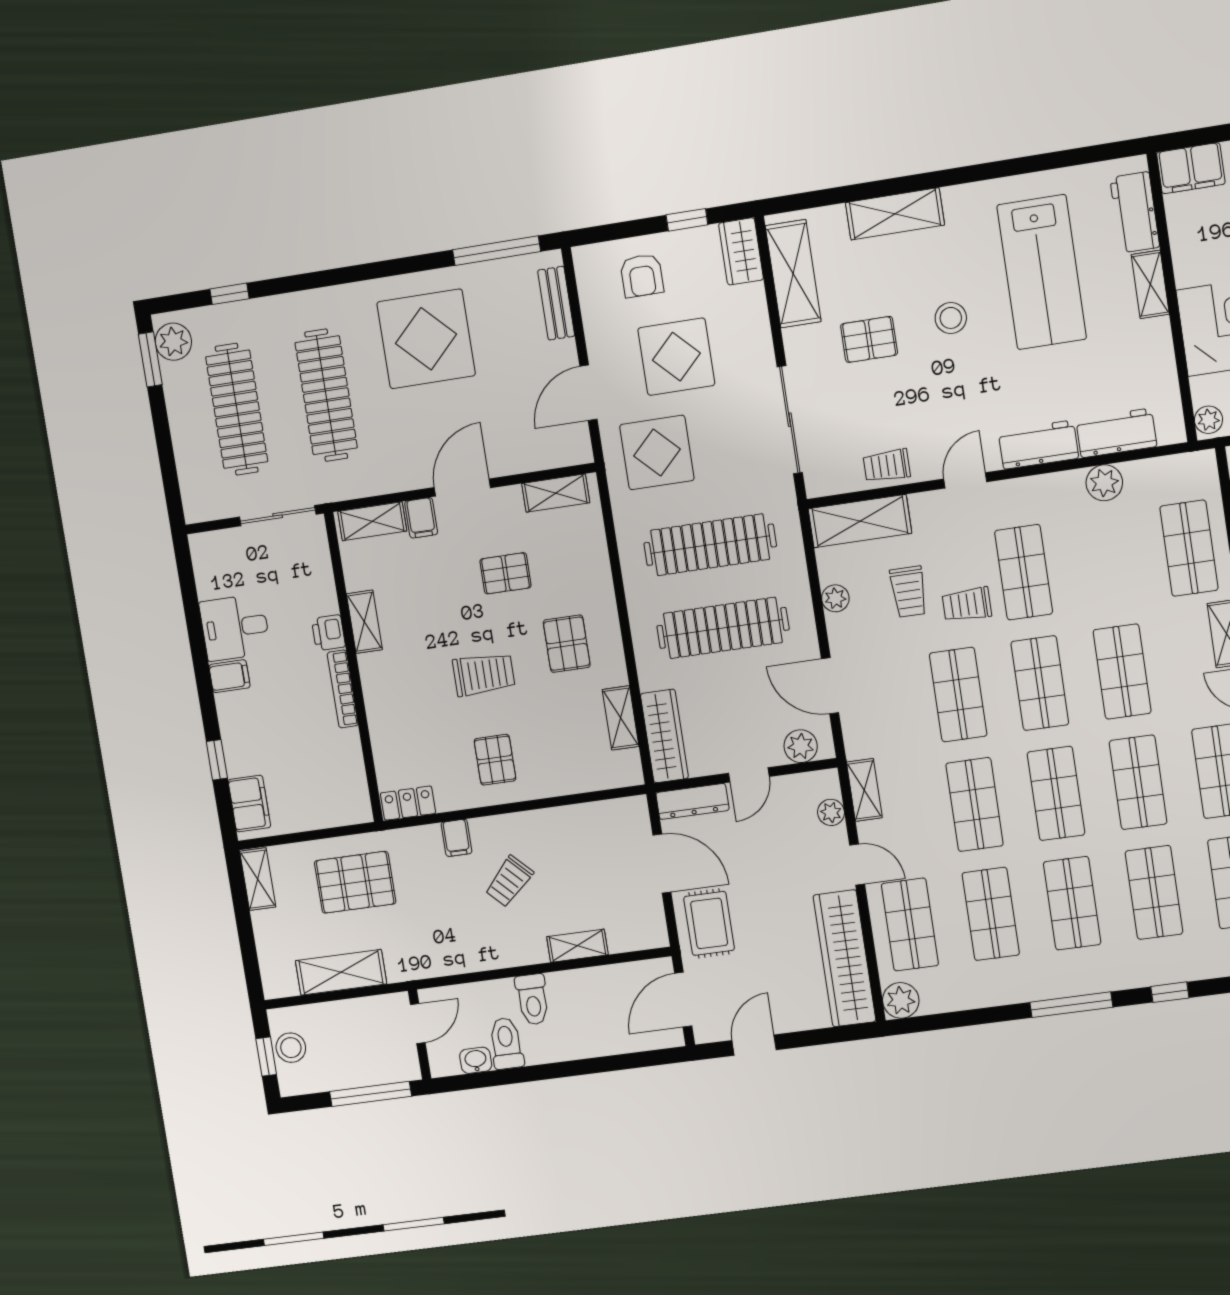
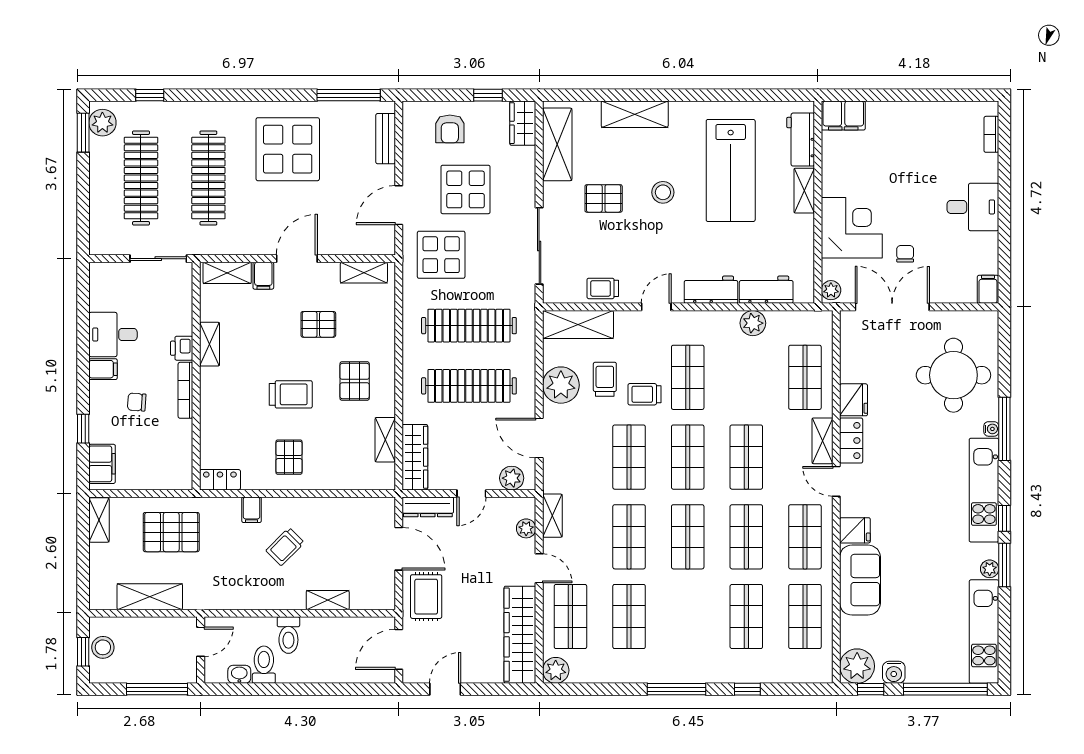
trolley: (909, 592) -> (605, 379), turned 180
plant: (835, 598) -> (561, 385), width x1.87, depth x1.87
chair: (281, 714) -> (137, 402), added
shop shelf: (1072, 903) -> (688, 616), removed

